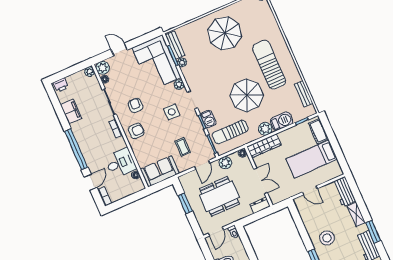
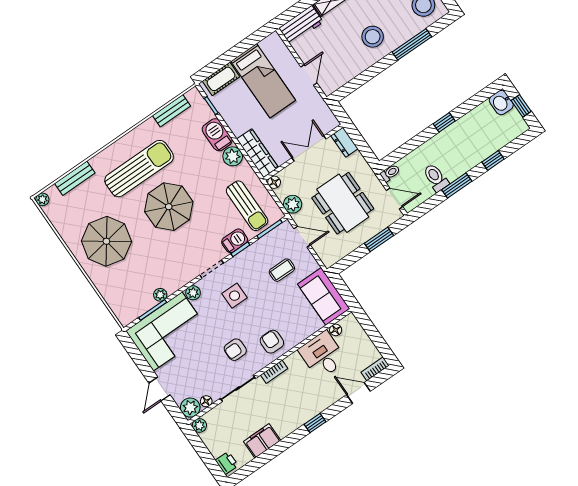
bench: (175, 45) -> (75, 178), moved
sun lounger: (269, 65) -> (139, 169), turned 180
parasol: (247, 95) -> (169, 207), moved
window: (76, 149) -> (315, 423), width x0.32
window: (185, 203) -> (379, 239), moved

